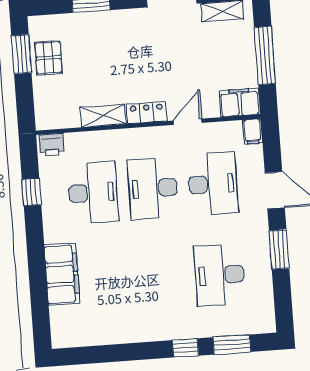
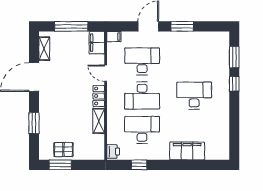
desk: (220, 275) -> (194, 96), moved, turned 180

